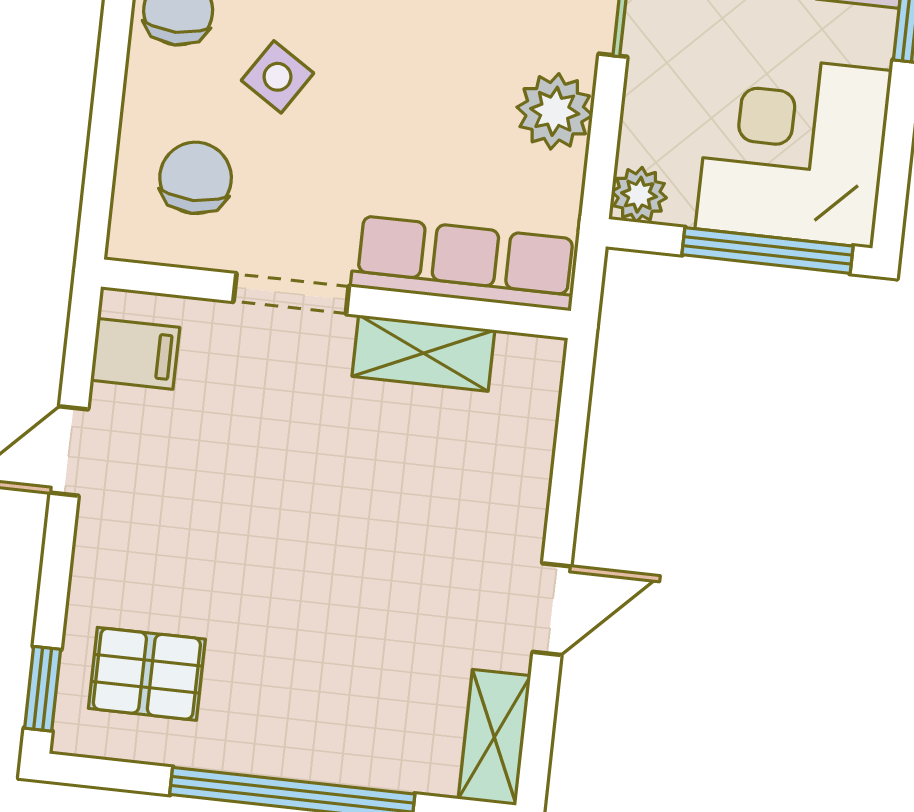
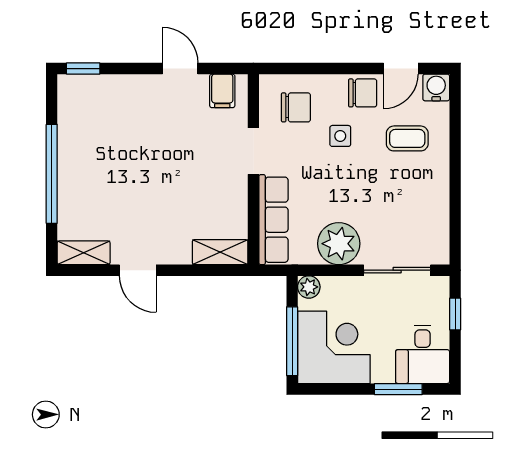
side table: (277, 77) -> (340, 136), turned -33
plant: (555, 111) -> (339, 244), width x1.36, depth x1.36
shelving: (423, 353) -> (220, 252), moved, turned 90
pallet: (147, 674) -> (94, 110), removed

